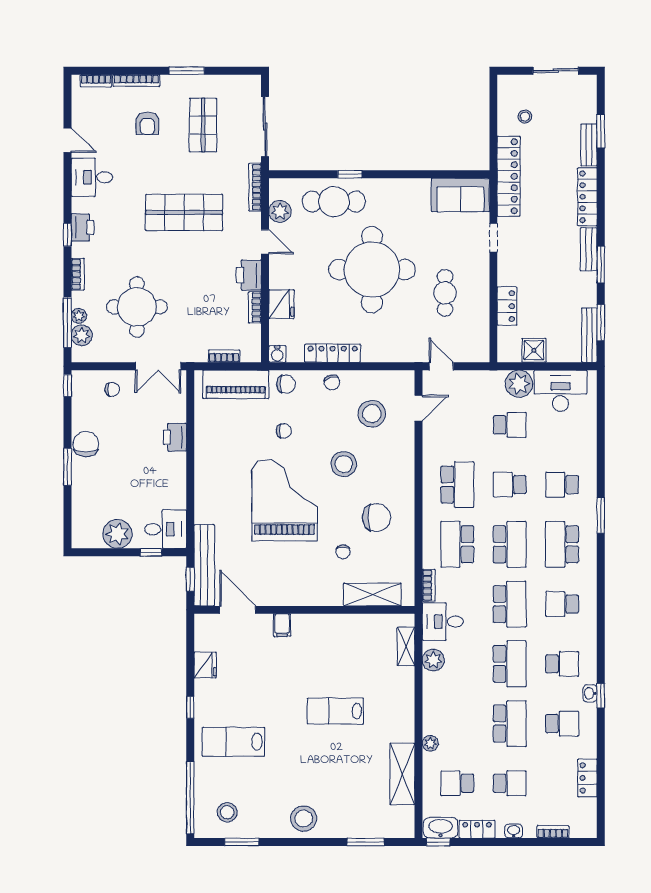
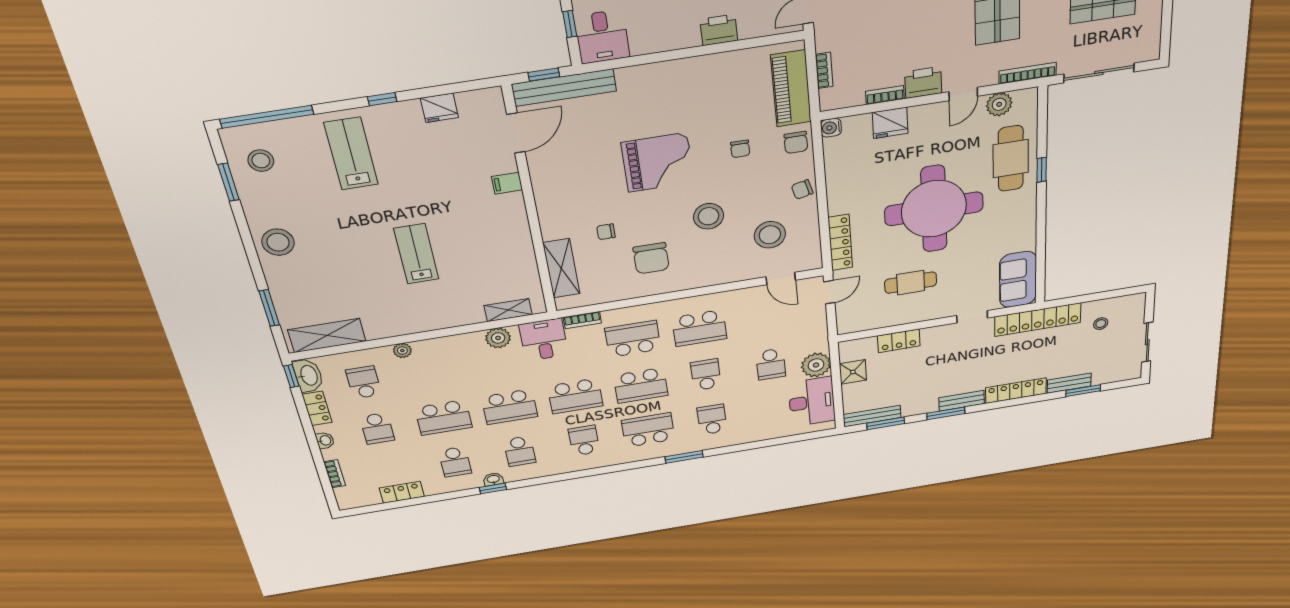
locker: (333, 353) -> (840, 243), moved
grand piano: (285, 500) -> (658, 162), width x0.73, depth x0.68
shelving: (402, 774) -> (327, 336), moved

